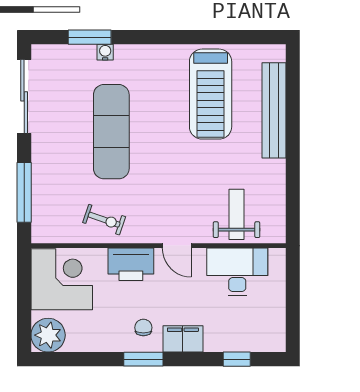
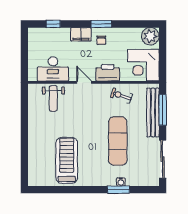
window: (90, 37) -> (118, 190), moved
bench: (274, 110) -> (153, 112), moved

